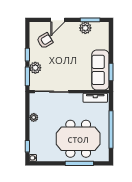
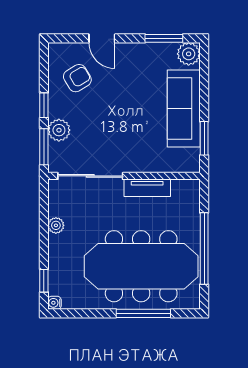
door: (58, 20) -> (102, 38), hinge flipped
plant: (85, 28) -> (189, 54), moved
sofa: (100, 70) -> (184, 108), moved
tv unit: (95, 98) -> (147, 188), moved
meeting table: (78, 139) -> (141, 266), width x1.36

